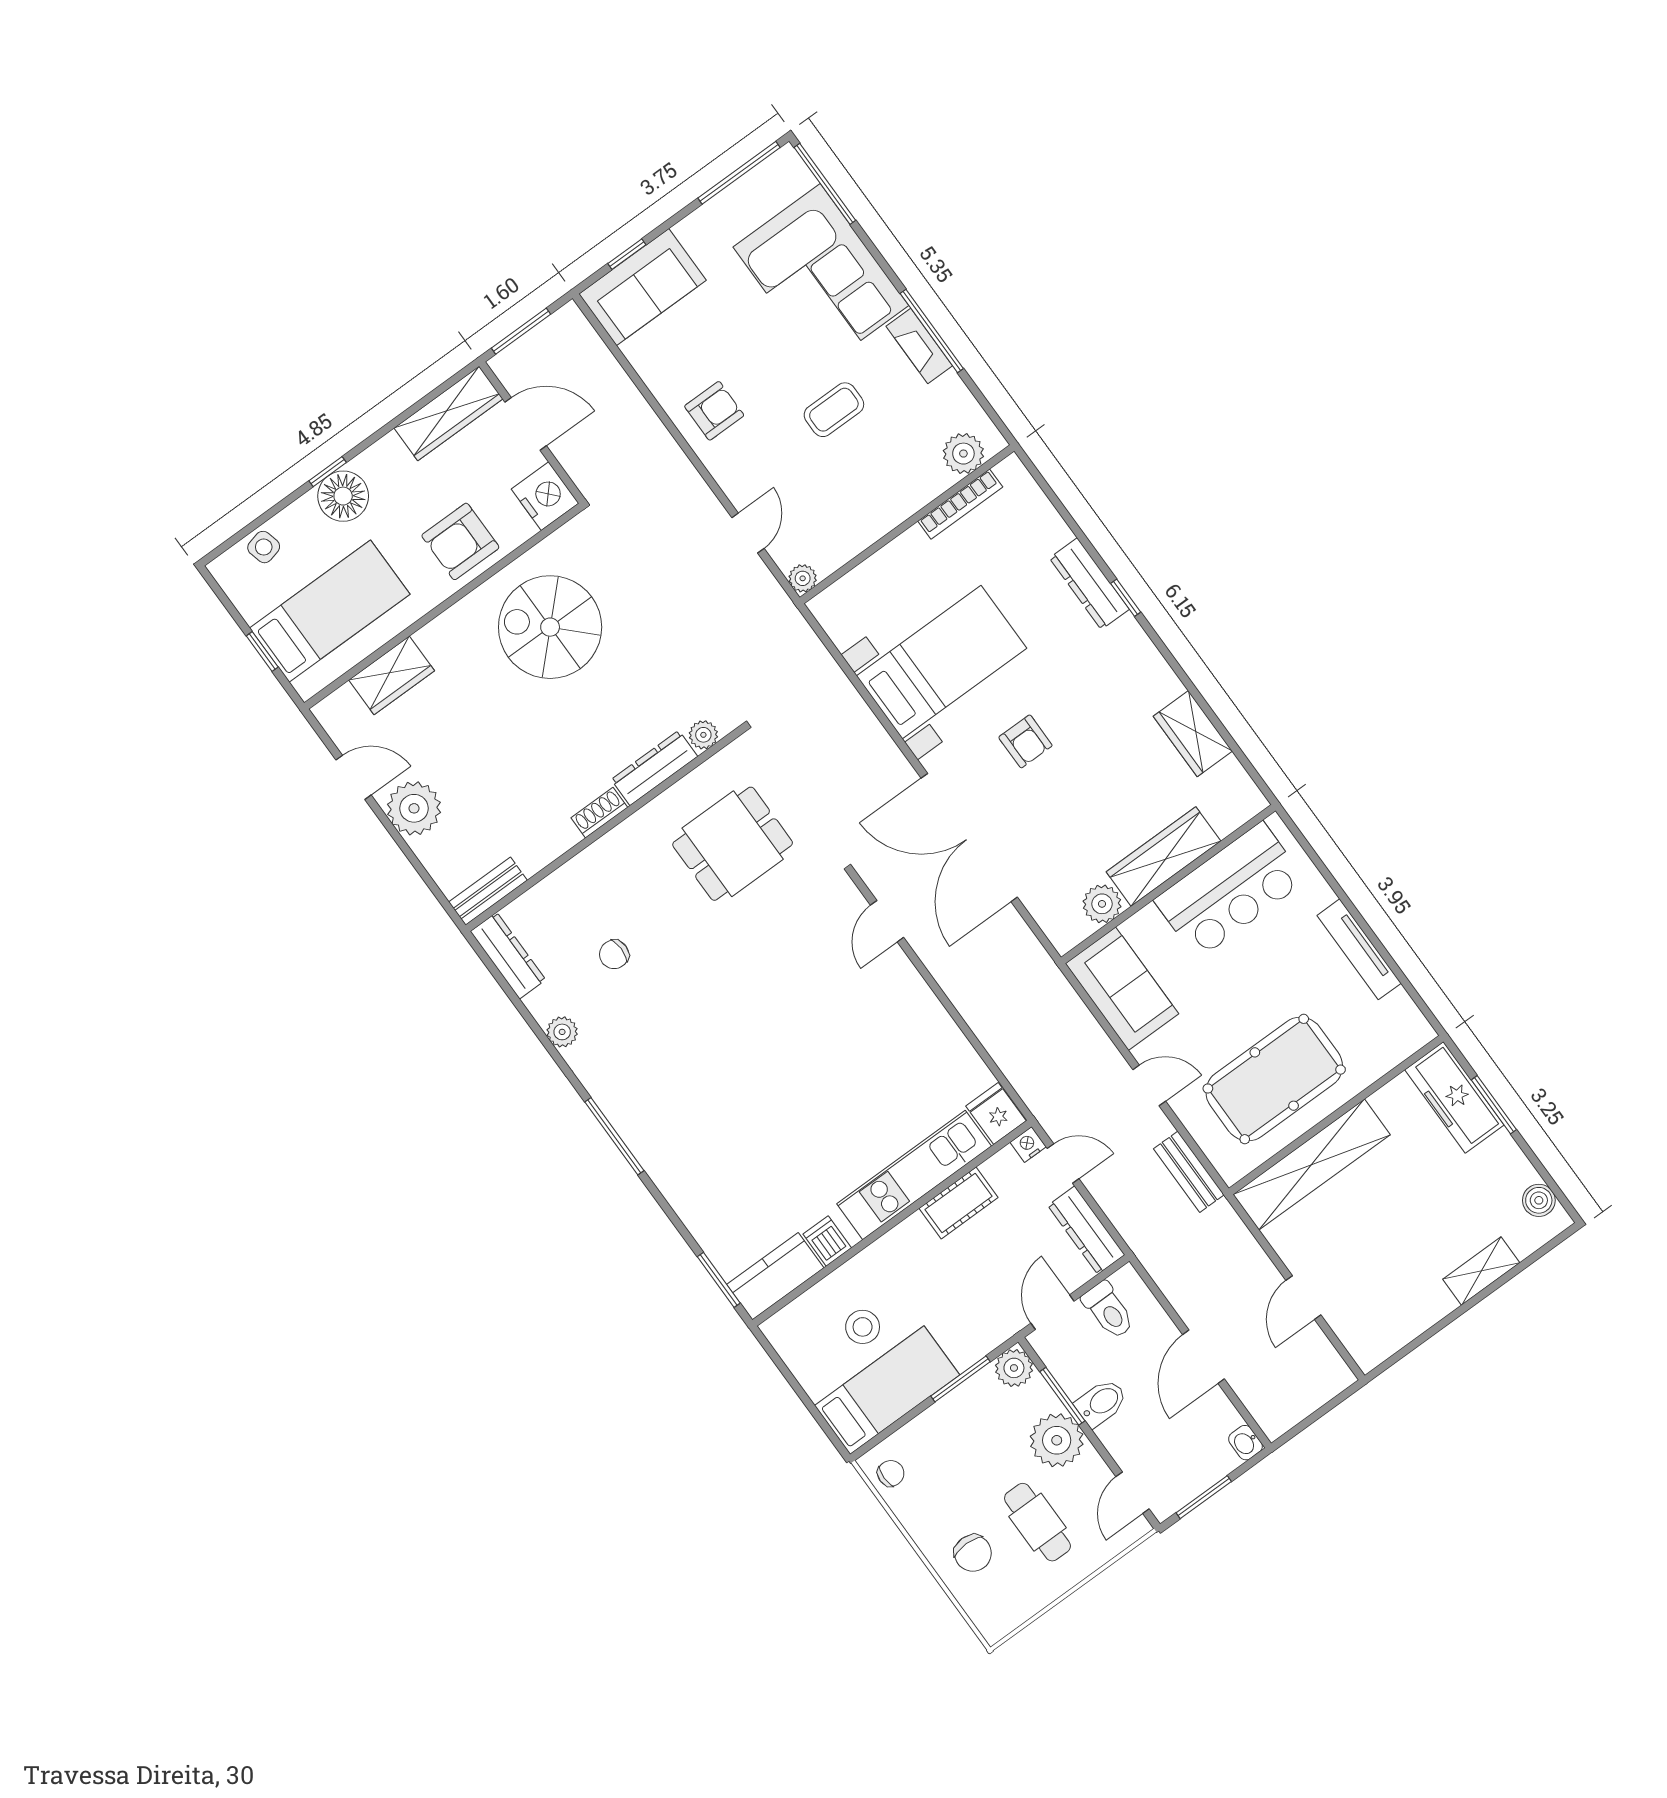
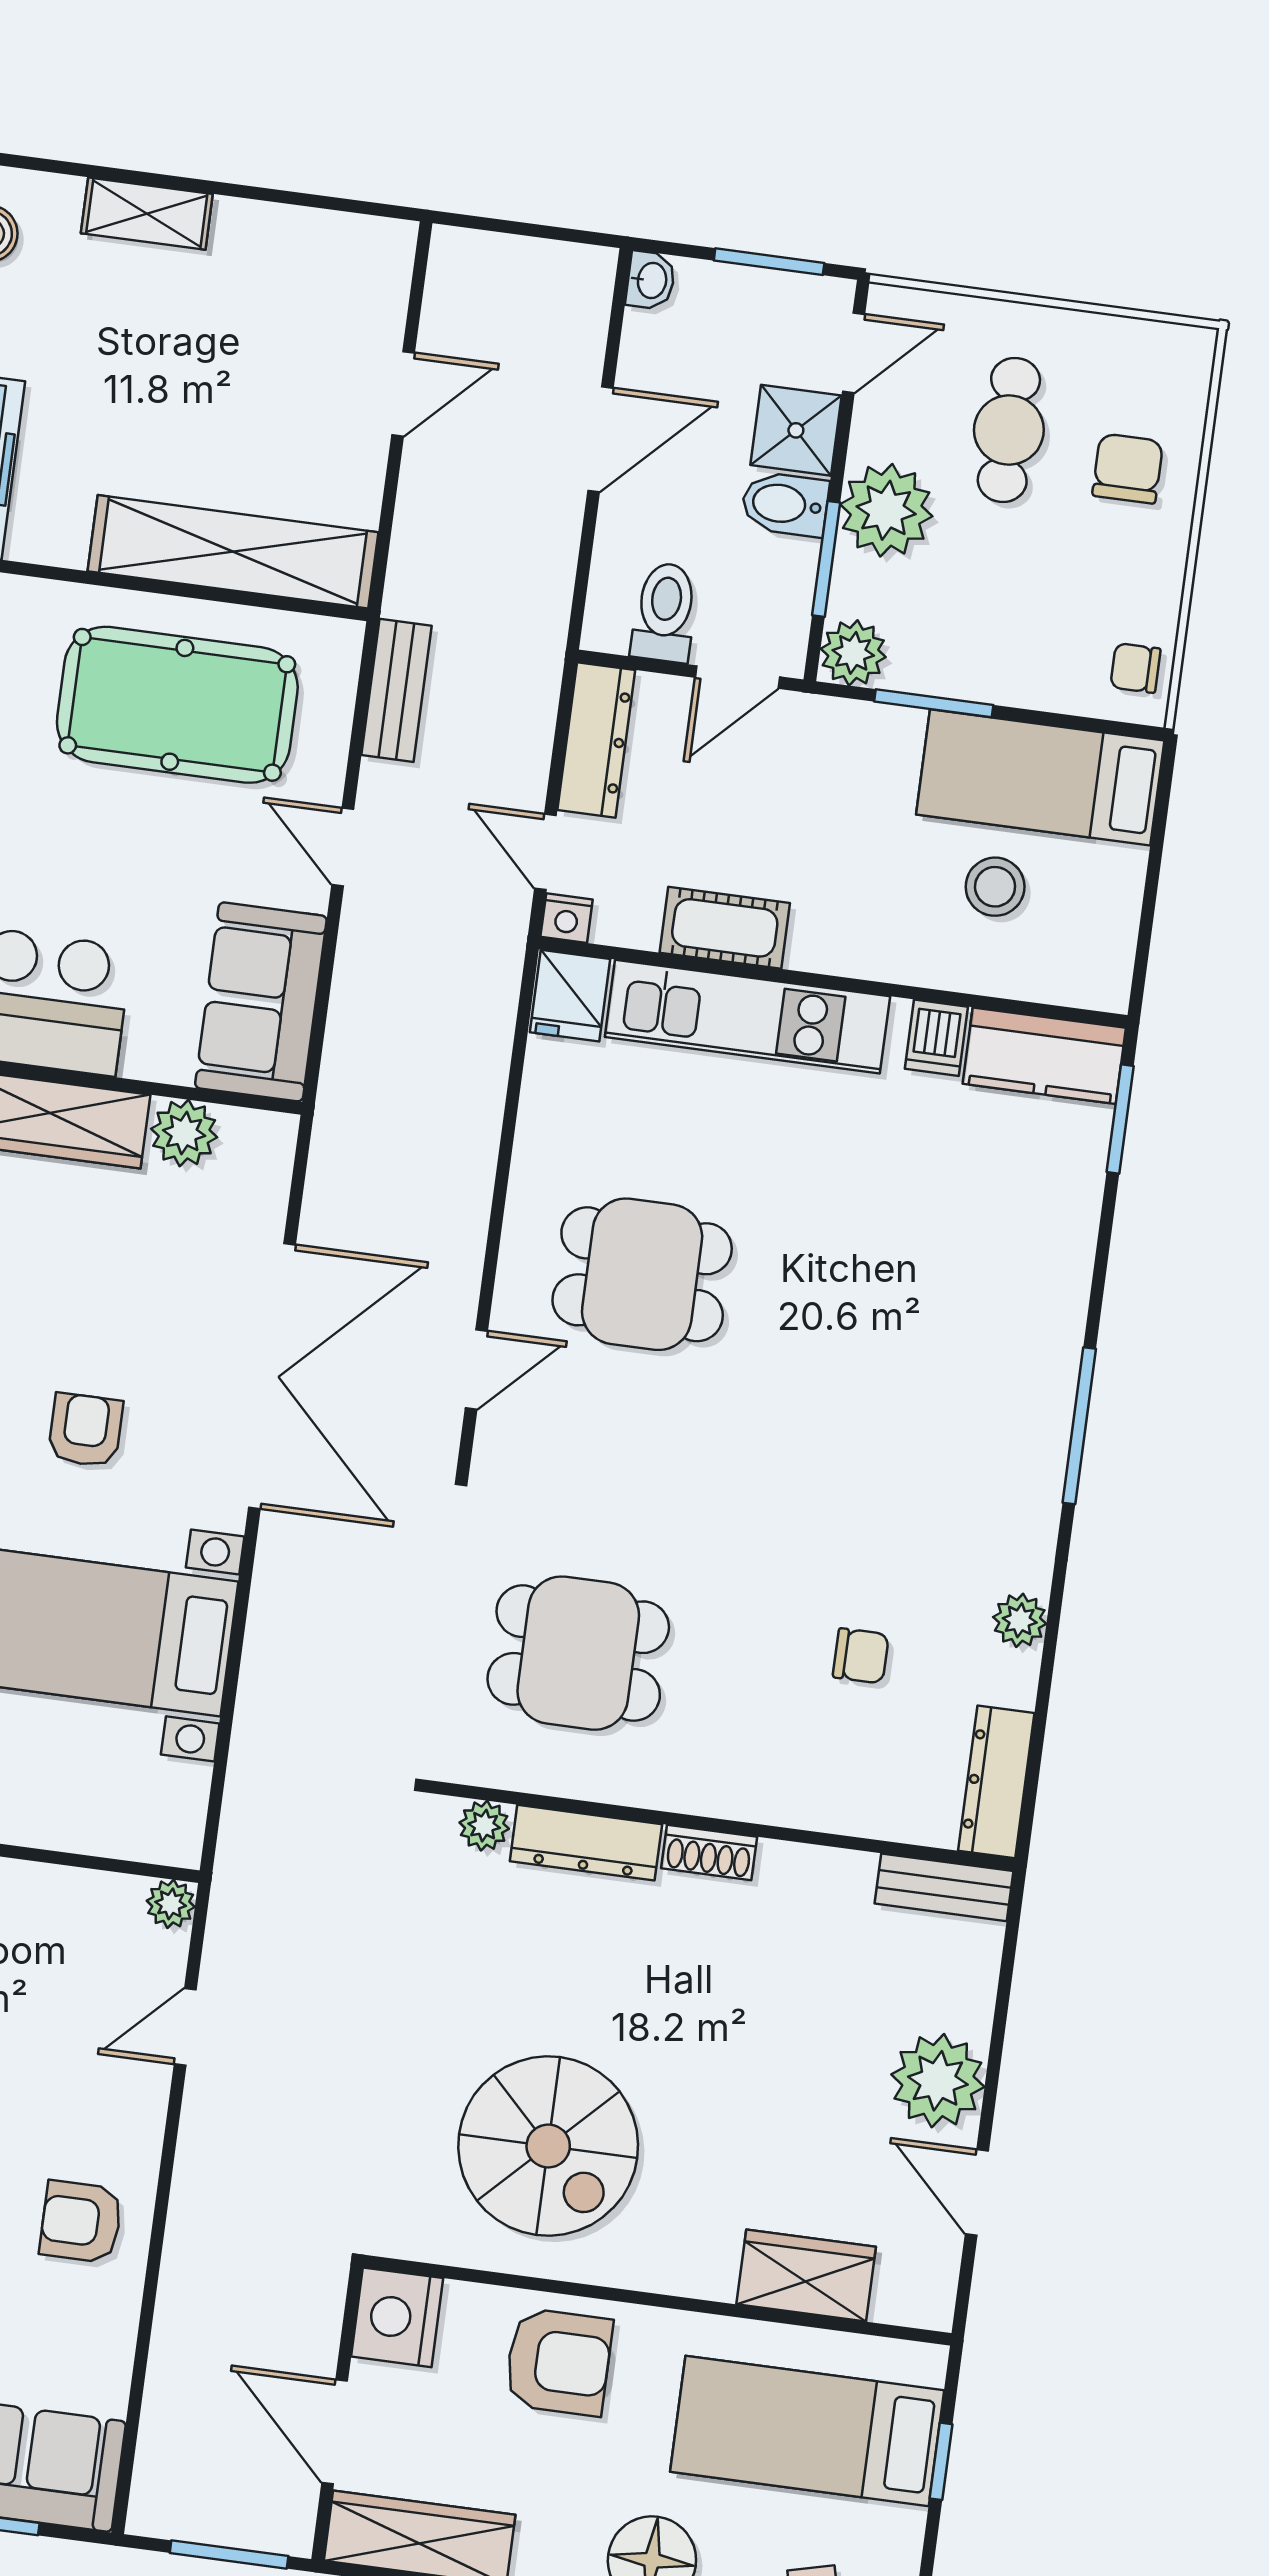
dining table: (856, 1026) -> (642, 1274), added
shower: (1126, 1438) -> (796, 430), added

